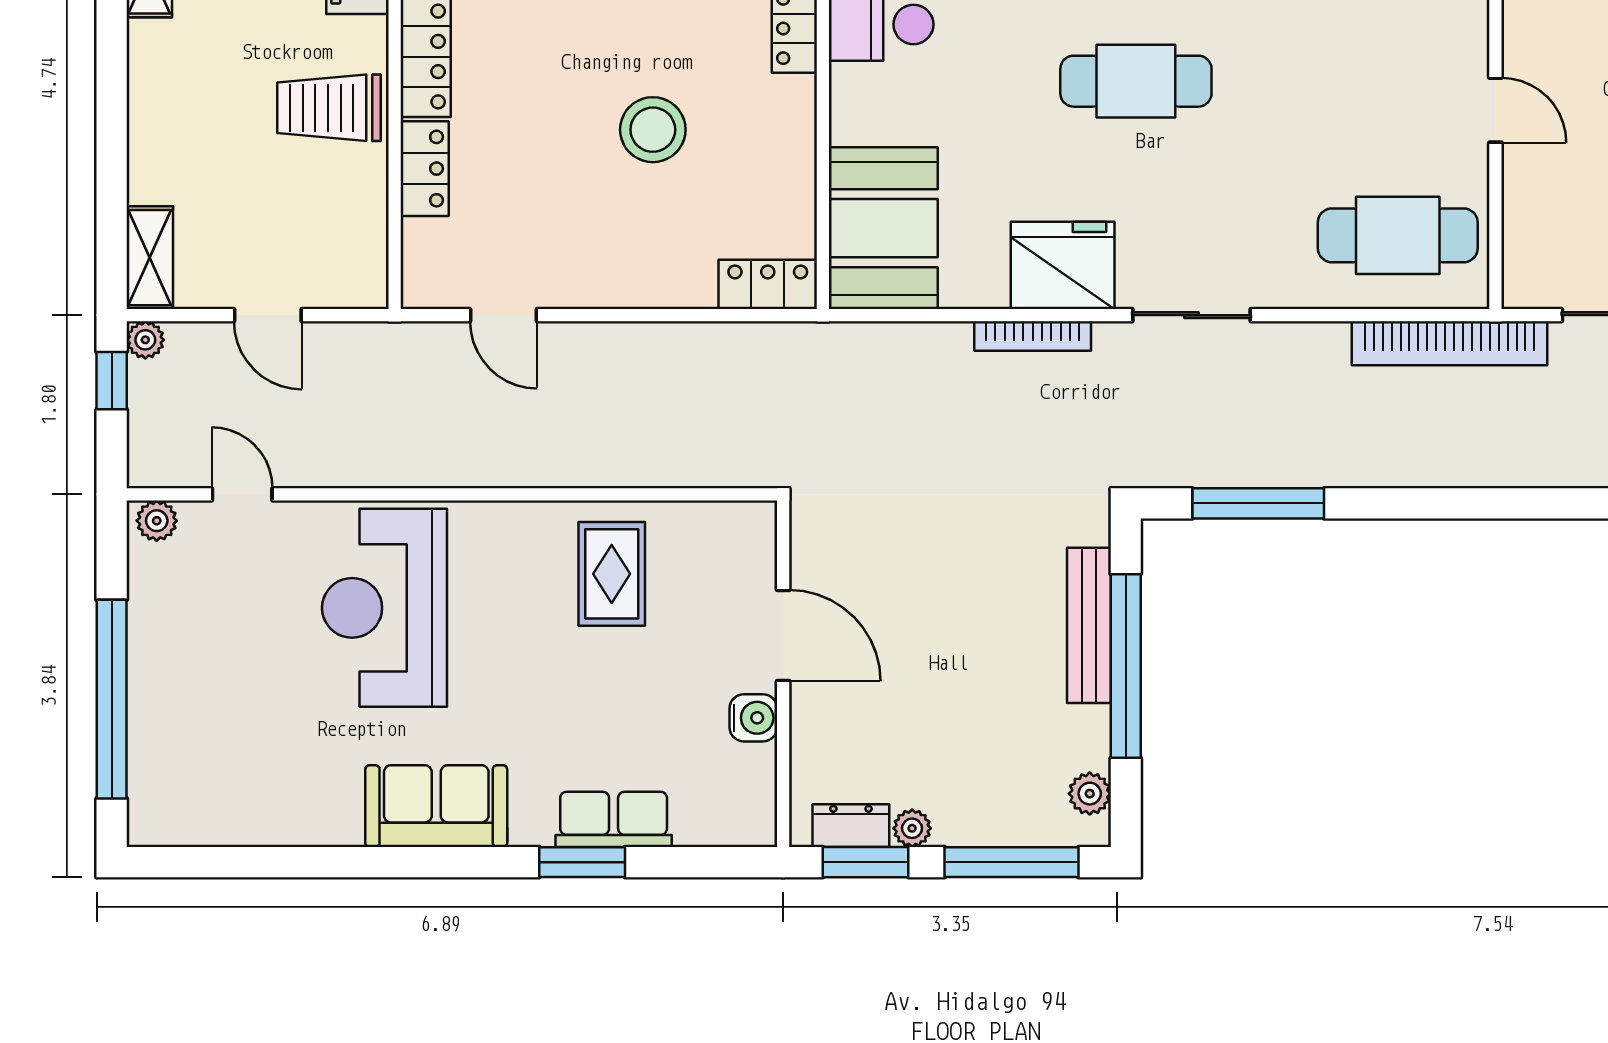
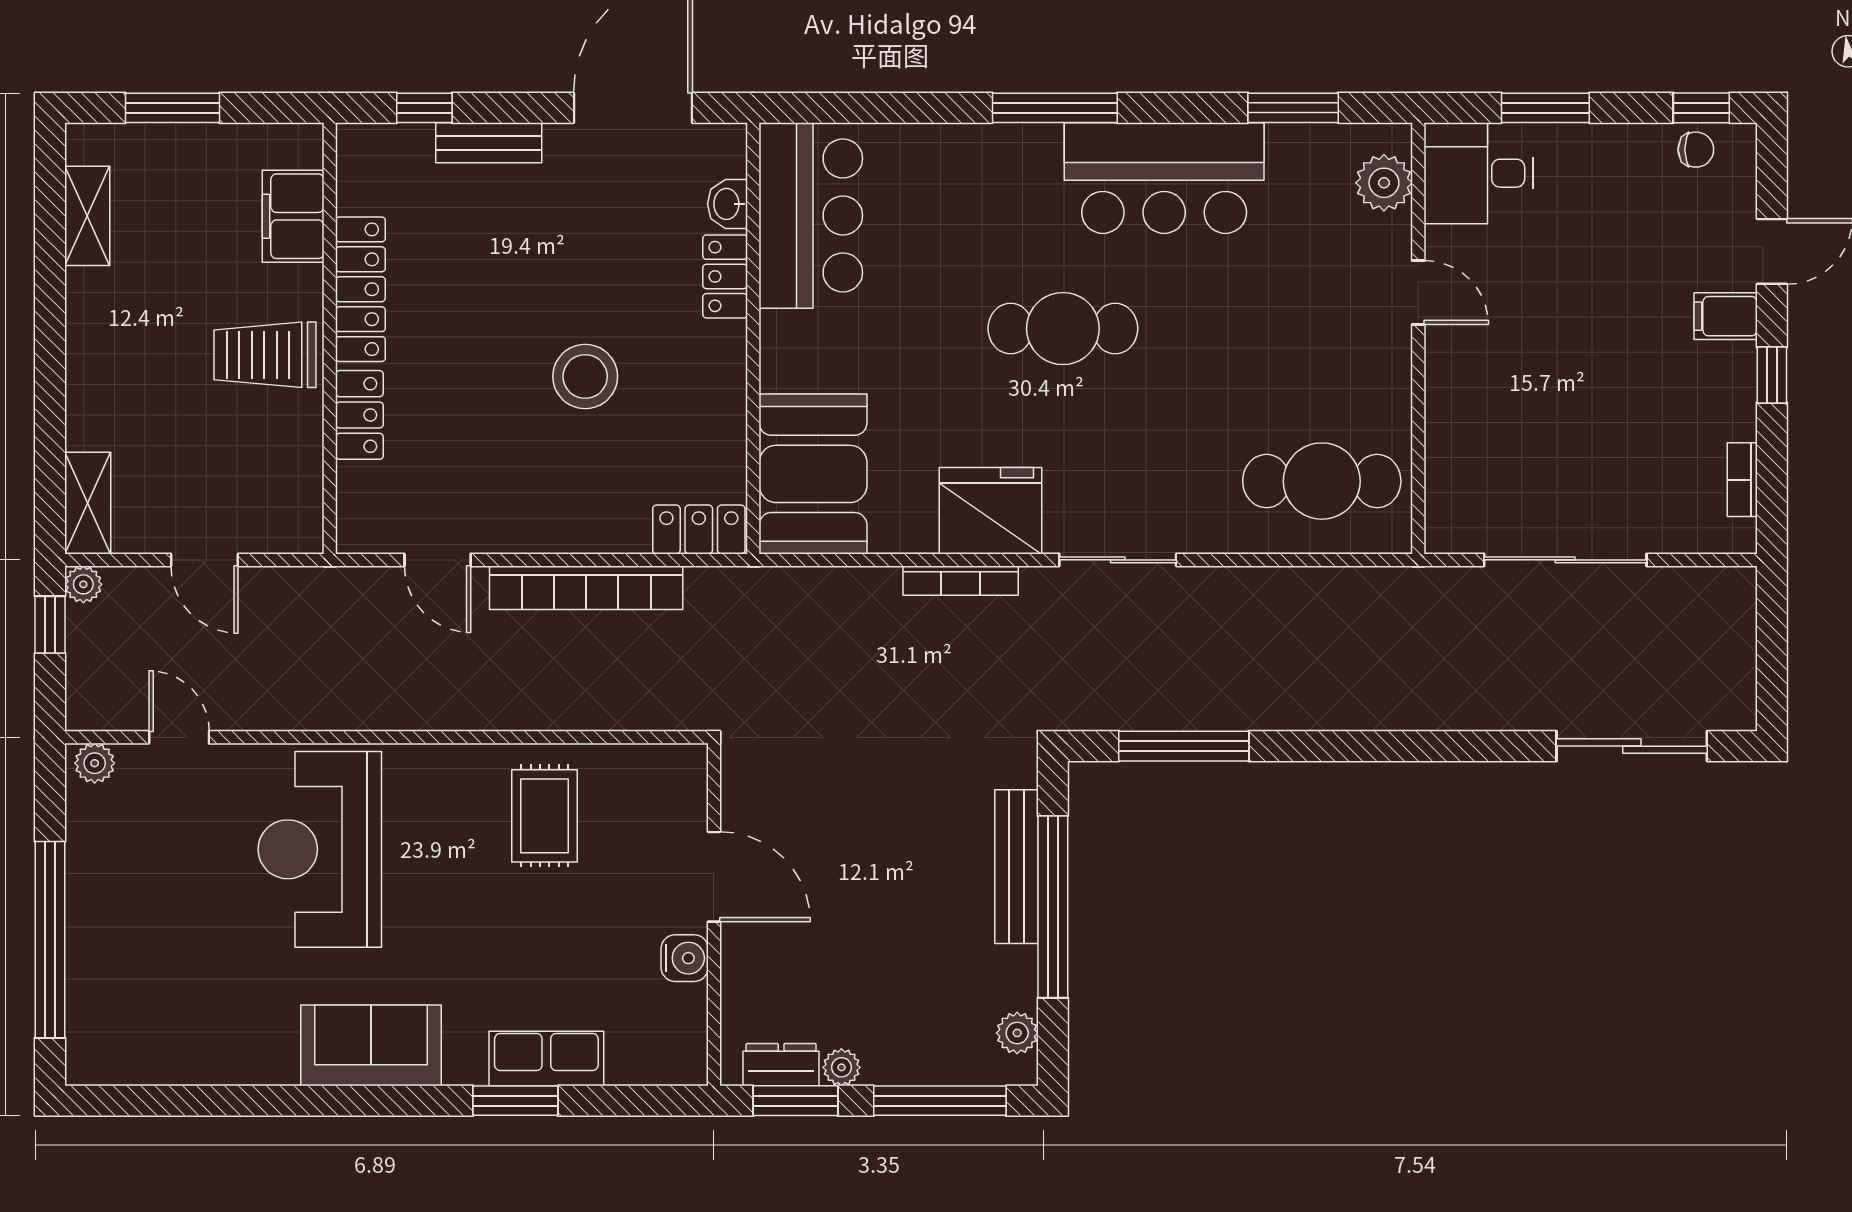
door: (1495, 110) -> (1418, 292), moved
bookcase: (1450, 343) -> (586, 588), moved

